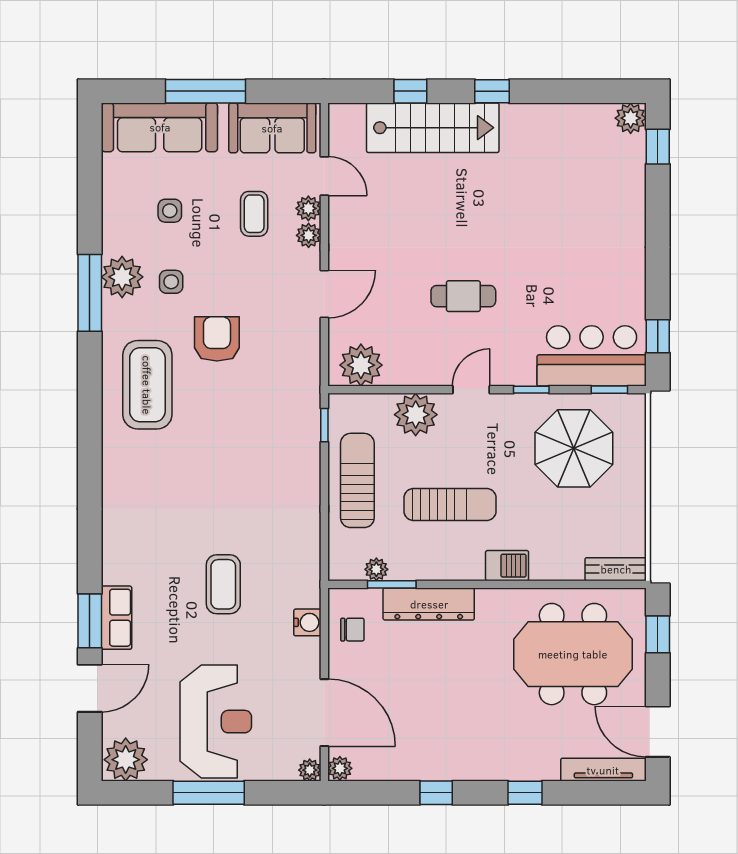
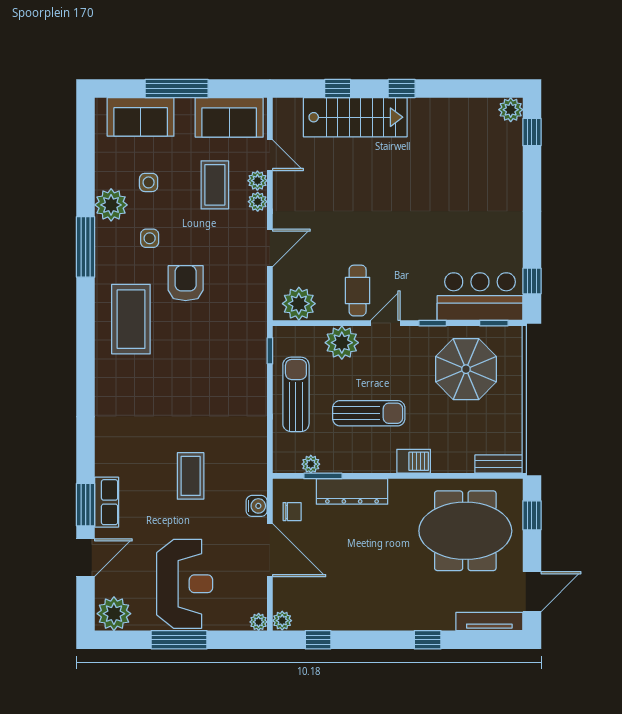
sofa: (160, 127) -> (141, 117), width x0.73
coffee table: (254, 214) -> (215, 185), width x1.36, depth x1.30
plant: (122, 277) -> (111, 205), moved
cafe table: (463, 296) -> (358, 291), moved, turned 90
door: (324, 713) -> (270, 550), moved
door: (658, 732) -> (532, 592), swing flipped
window: (436, 793) -> (318, 640), moved

